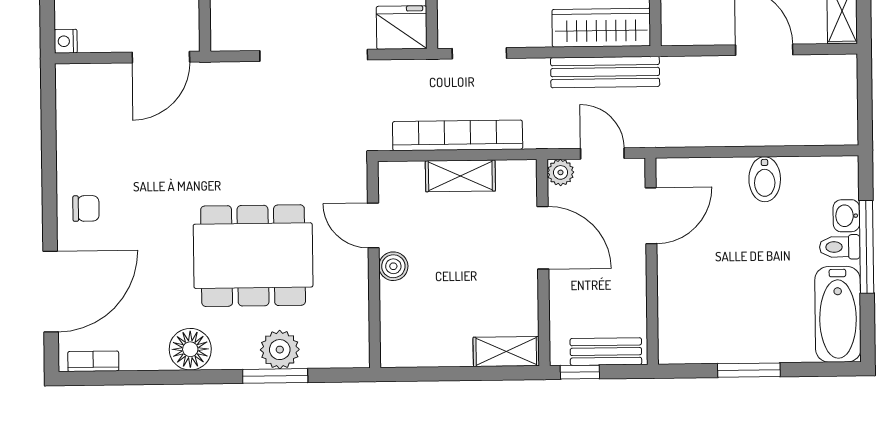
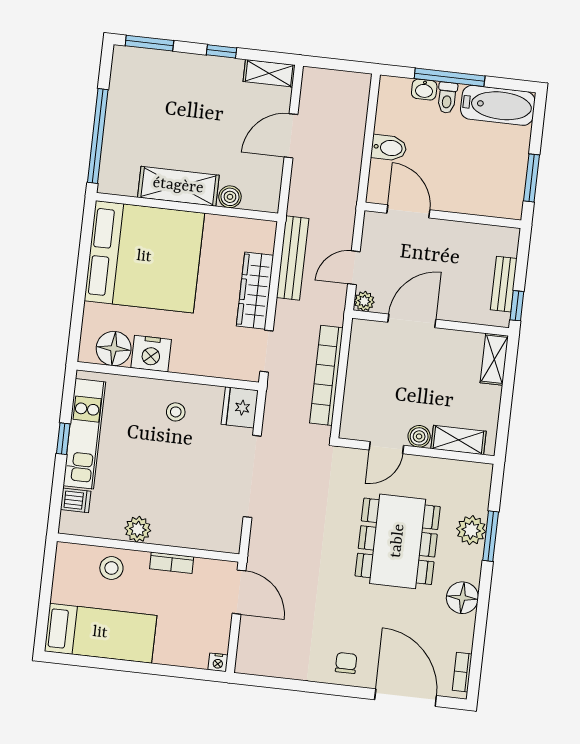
wardrobe: (601, 28) -> (255, 291), moved
shelving: (460, 176) -> (458, 440), moved, turned 90
door: (651, 216) -> (408, 211), moved
wall: (652, 261) -> (443, 215), moved

